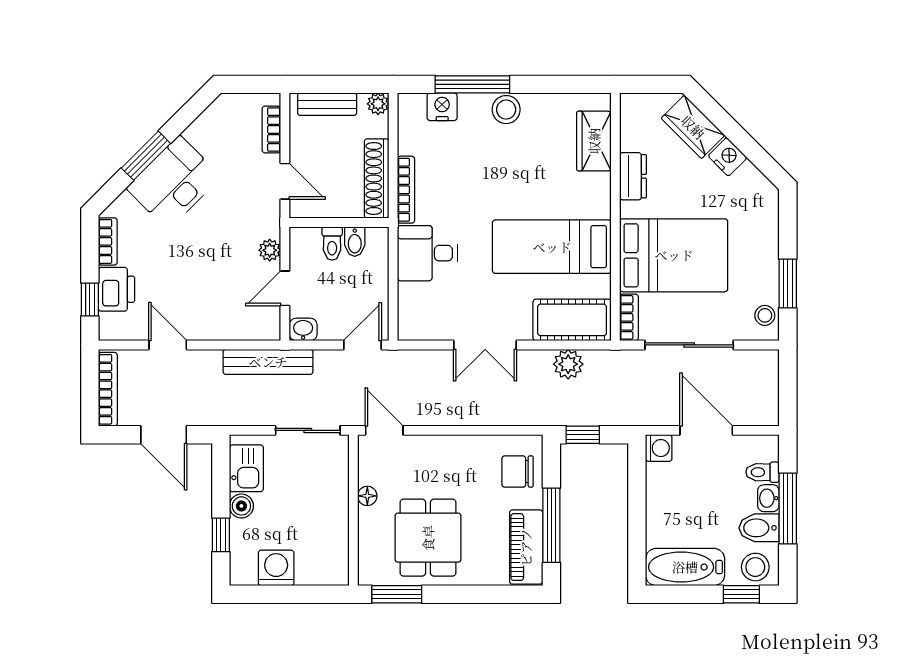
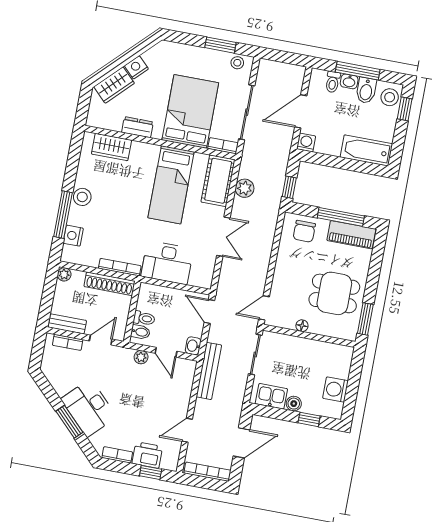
bench: (327, 104) -> (67, 324), moved, turned 90
bidet: (355, 242) -> (140, 332), moved
desk: (427, 253) -> (167, 263), width x1.37
bathtub: (685, 567) -> (366, 150), moved, turned 90

